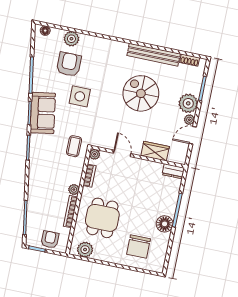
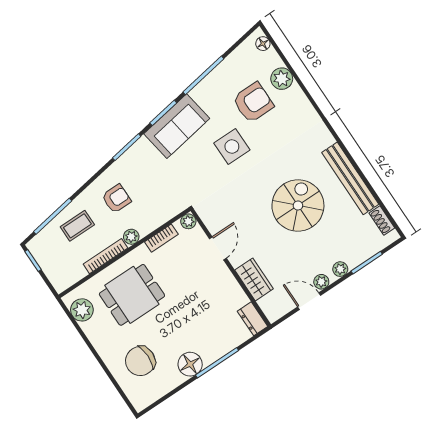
plant: (188, 103) -> (340, 269), width x0.53, depth x0.53
coffee table: (74, 146) -> (77, 226), moved
armchair: (50, 239) -> (116, 199), moved

